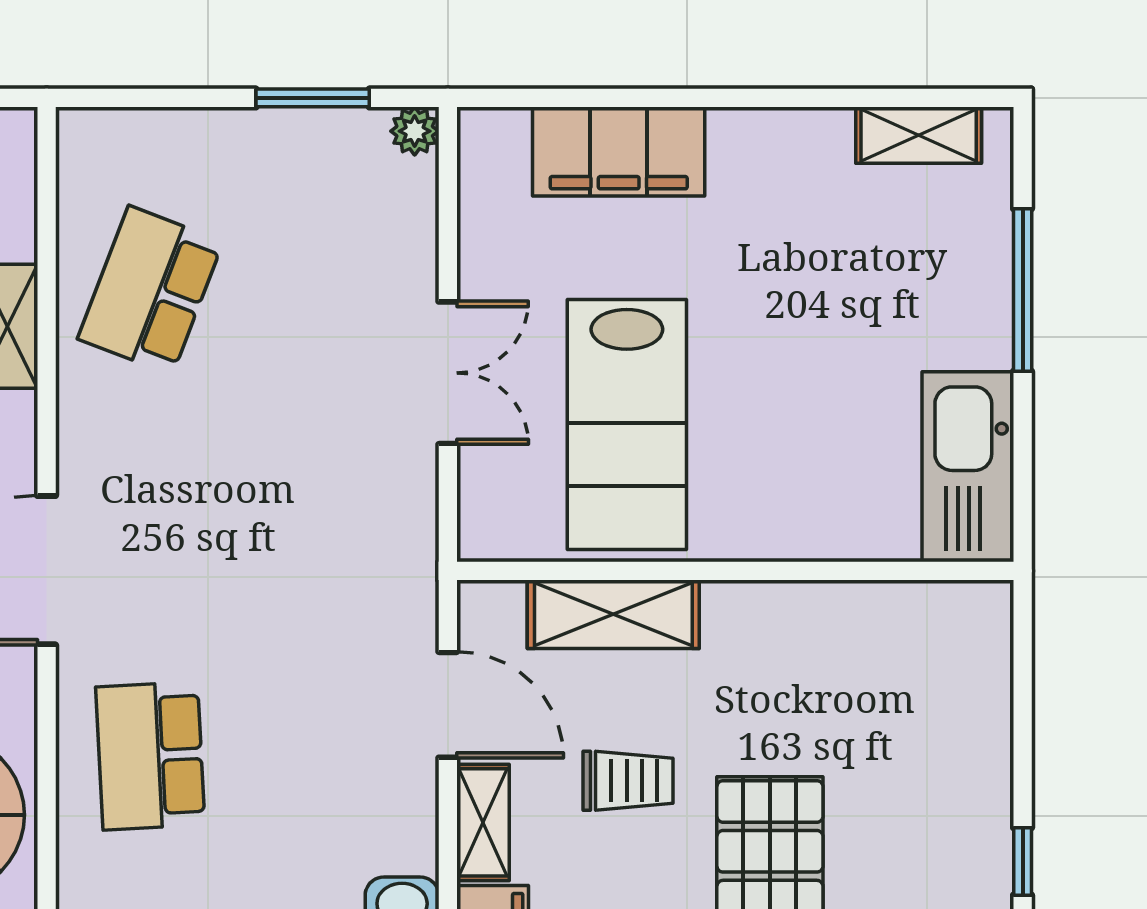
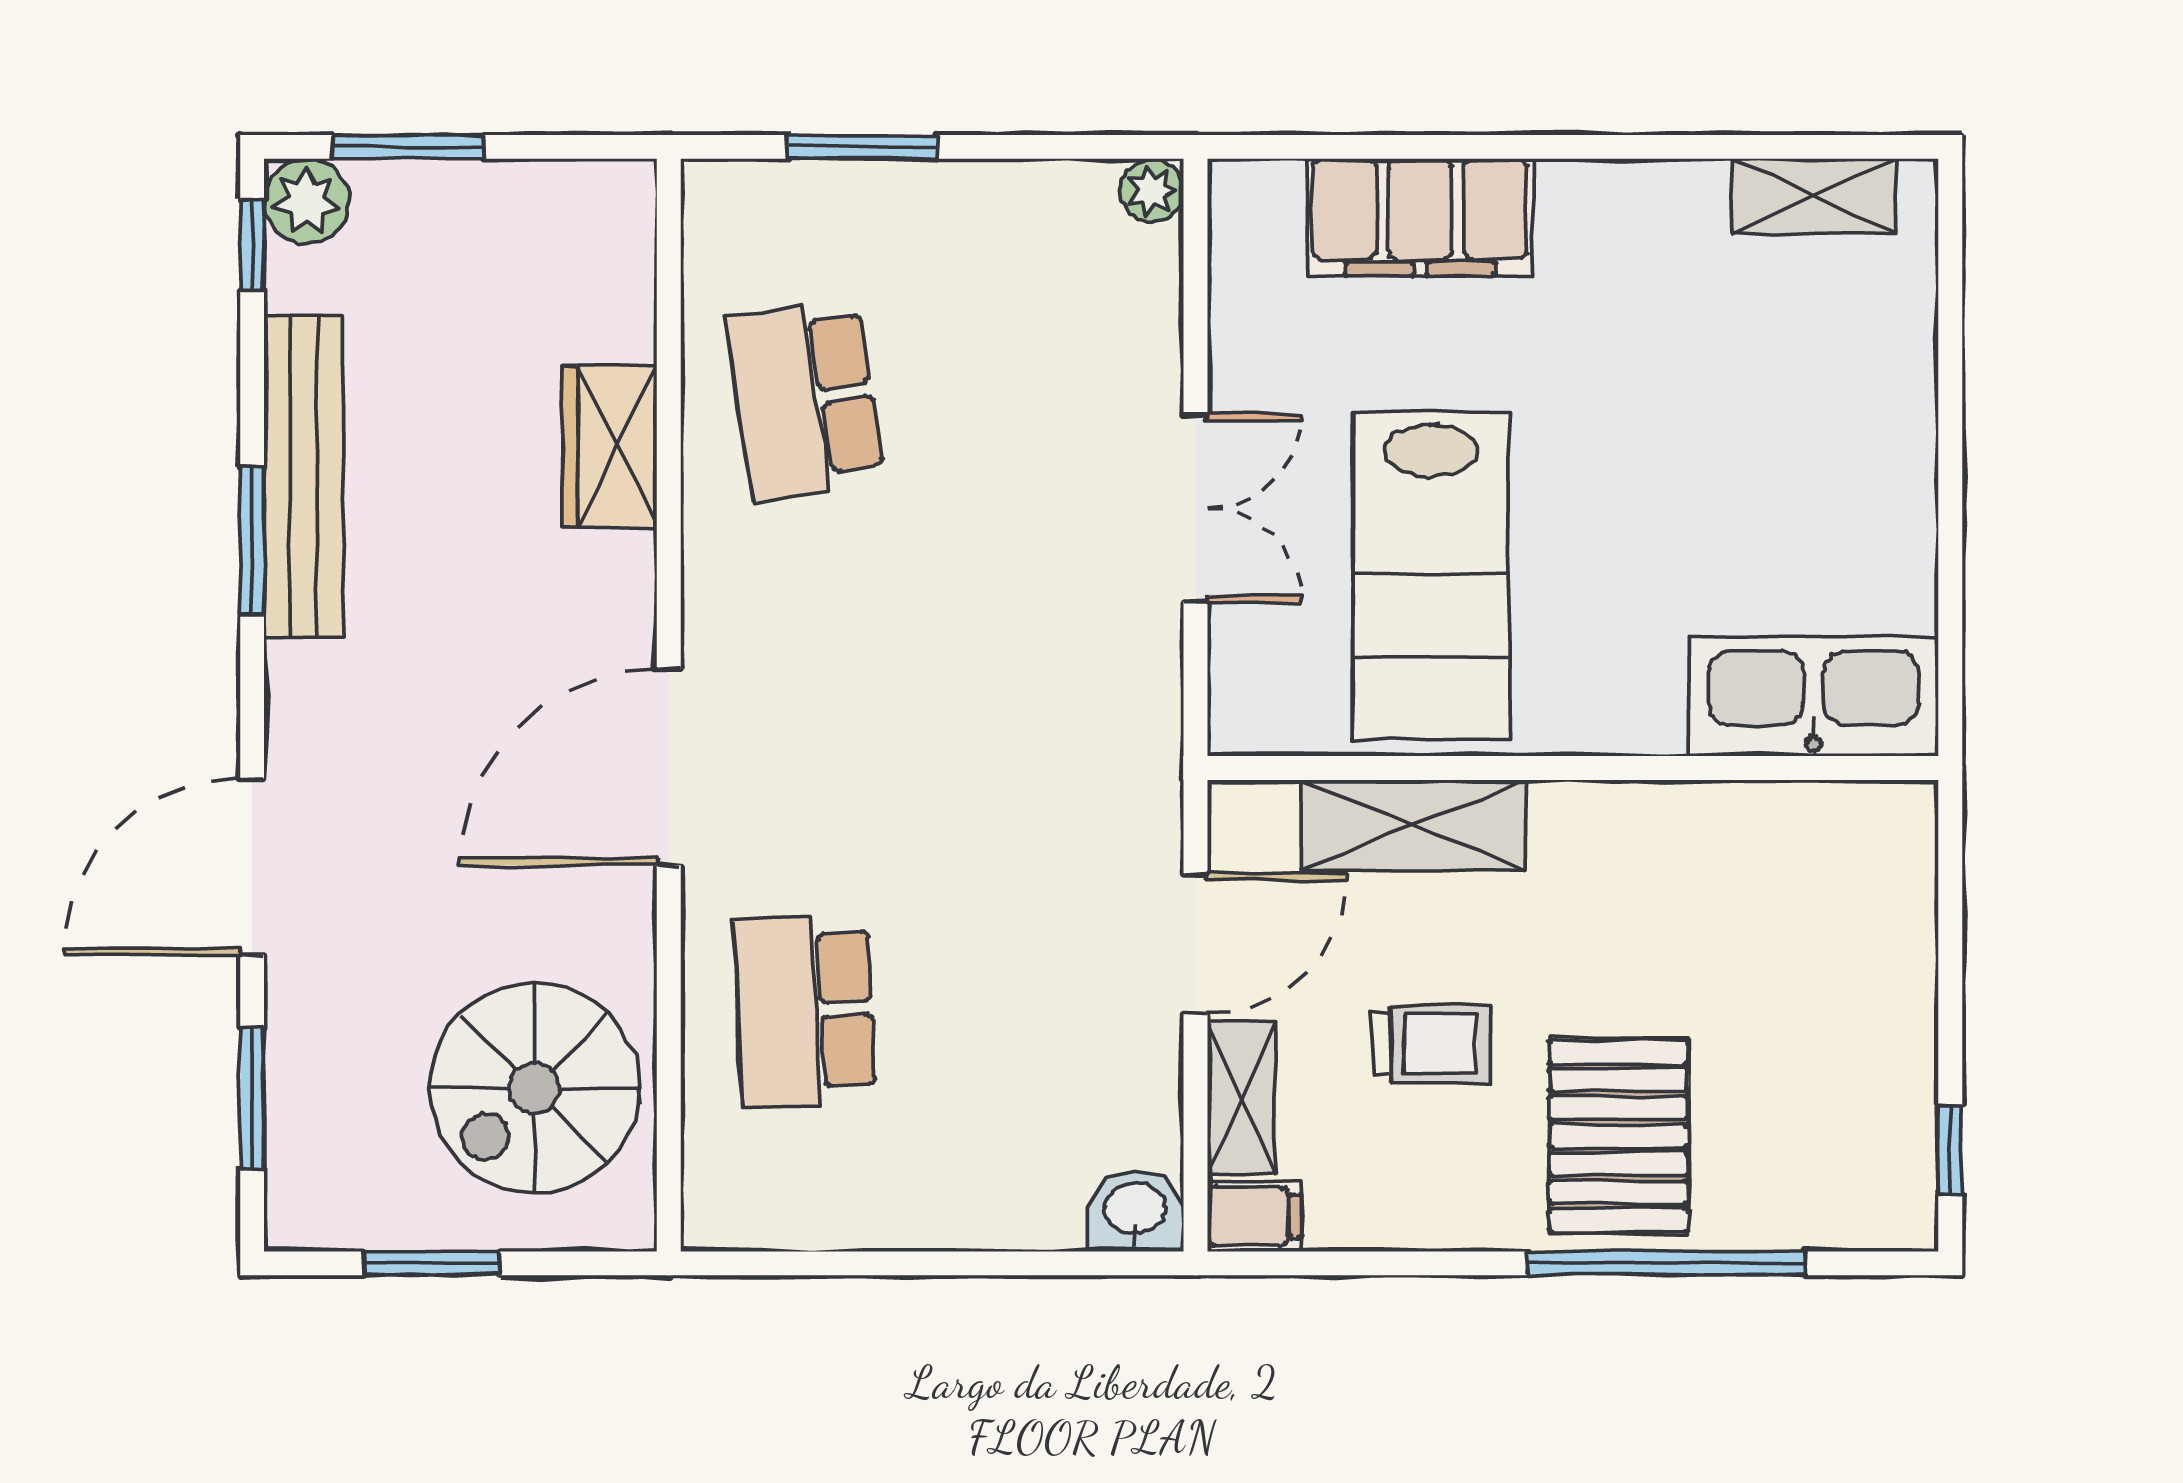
window: (313, 98) -> (863, 147), moved
school desk: (150, 290) -> (805, 399), turned -30
window: (1023, 290) -> (1950, 399), removed
kitchen sink: (968, 467) -> (1813, 696), moved, turned 90
door: (448, 705) -> (1196, 944), hinge flipped

